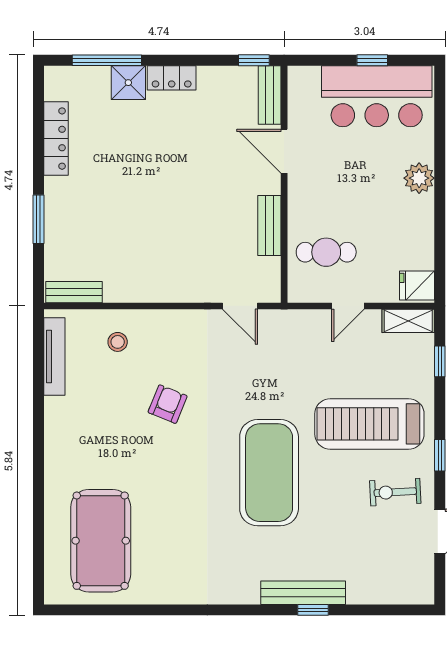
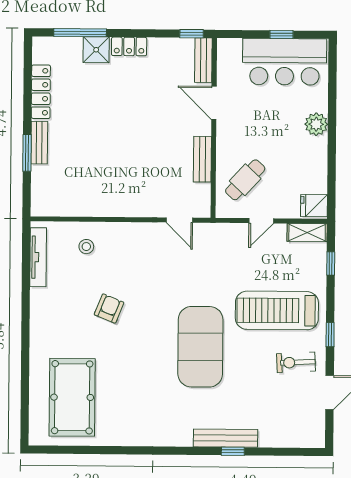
cafe table: (326, 252) -> (245, 180), turned -47
bench: (74, 292) -> (39, 143), moved, turned 90
armchair: (168, 404) -> (109, 308), moved

